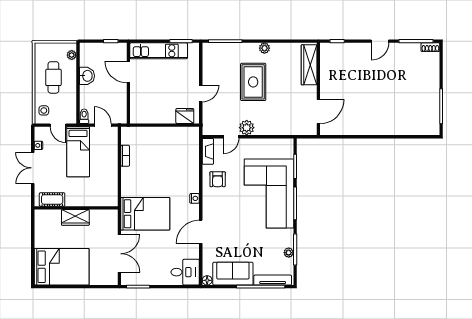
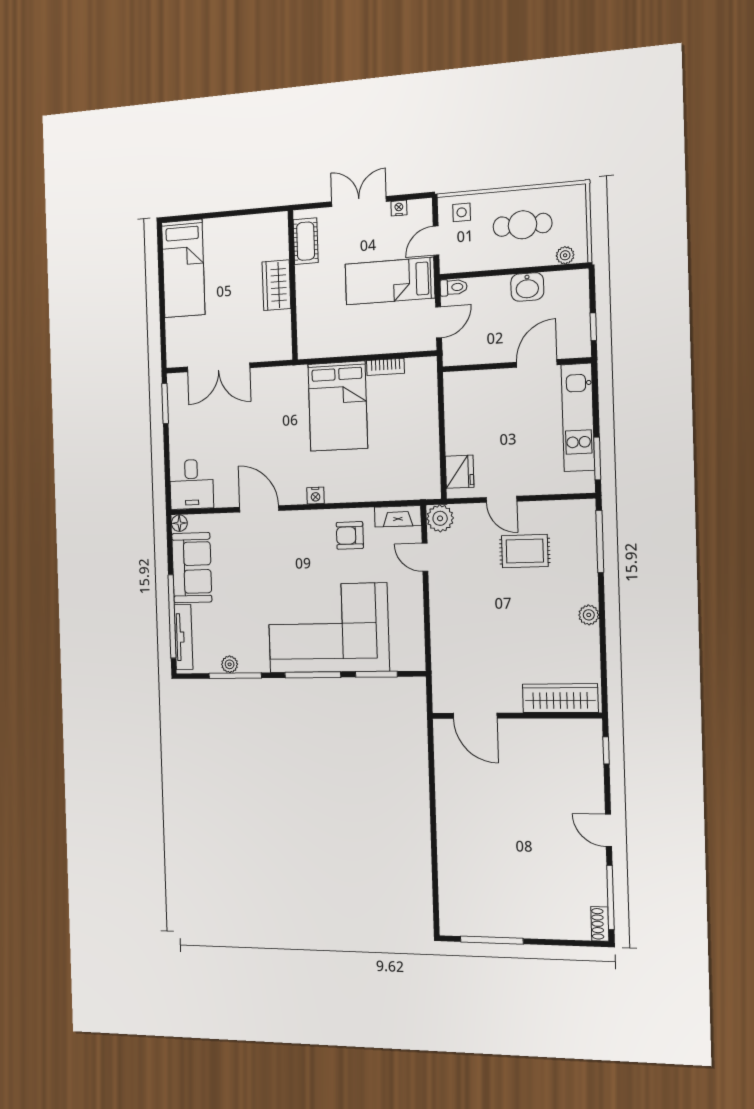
rug: (253, 82) -> (525, 551), moved, width x0.73, depth x0.70
plant: (247, 128) -> (440, 518), moved
bed: (145, 214) -> (338, 406), moved
bed: (62, 267) -> (183, 268), width x0.67

